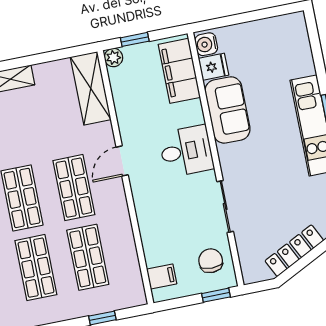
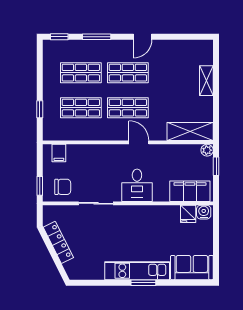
sofa: (227, 110) -> (192, 268), moved, turned 180

